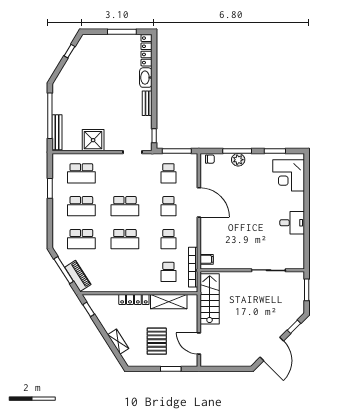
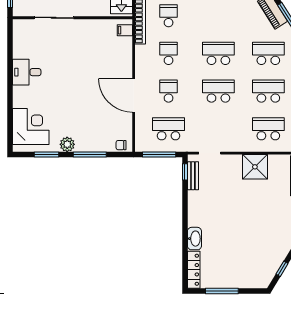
bench: (147, 103) -> (193, 176), moved
plant: (238, 160) -> (67, 144), moved
school desk: (168, 173) -> (169, 129), width x1.85

